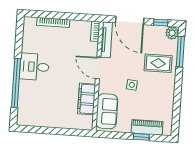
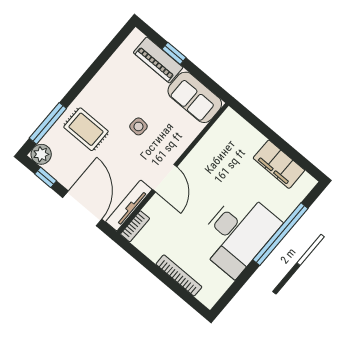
desk: (34, 67) -> (238, 233), width x1.87, depth x1.30
filing cabinet: (87, 99) -> (279, 164), moved, turned 90
sofa: (107, 111) -> (195, 97), moved, turned -90

